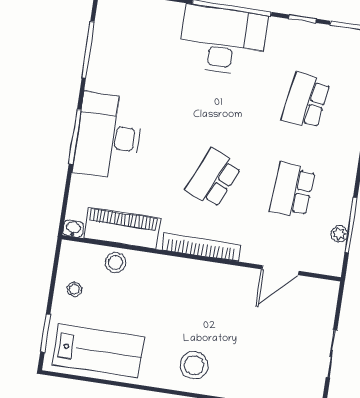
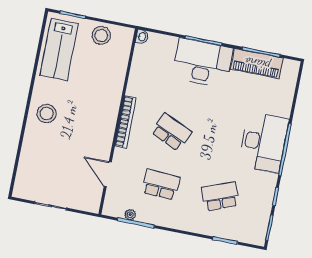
school desk: (306, 101) -> (220, 196), turned -30
piano: (122, 228) -> (257, 64), moved, turned 90
stool: (115, 263) -> (118, 64), removed
stool: (74, 289) -> (101, 35), width x1.89, depth x1.89

